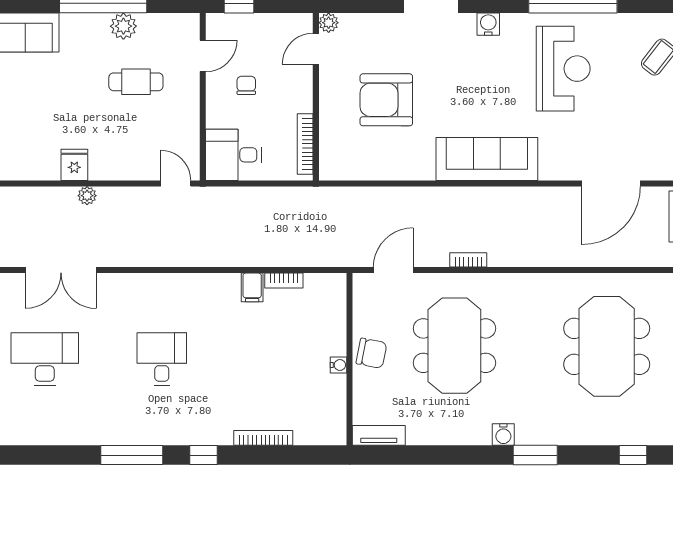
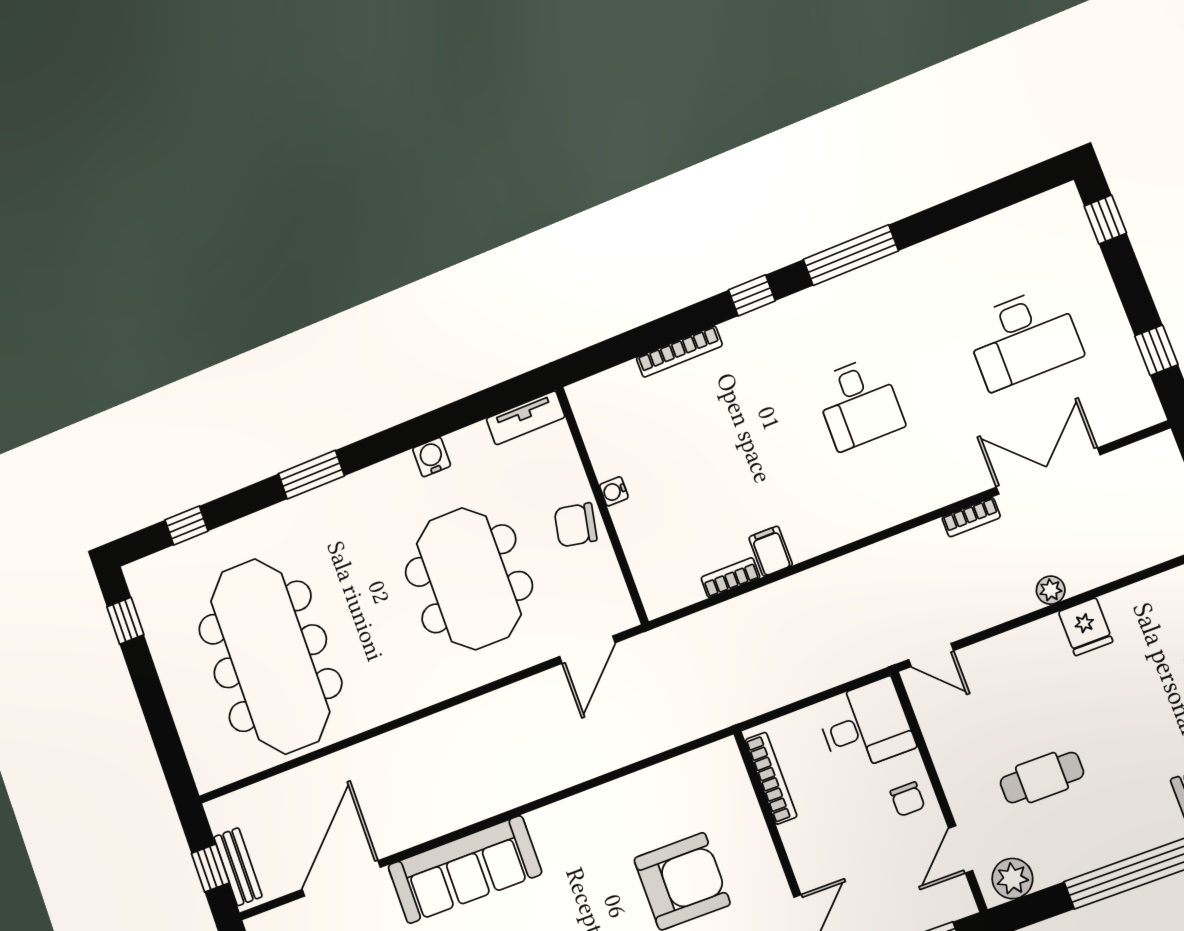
plant: (123, 26) -> (1012, 879), moved
chair: (246, 85) -> (907, 799), moved
sofa: (487, 159) -> (465, 870), moved
bookcase: (468, 260) -> (971, 517), moved
meeting table: (607, 346) -> (270, 656), width x1.36
water cooler: (503, 435) -> (432, 457), moved

